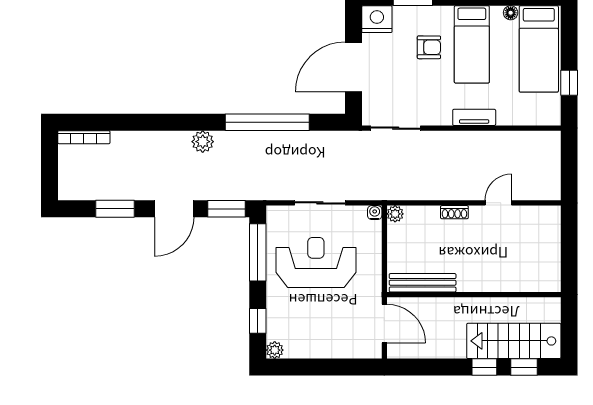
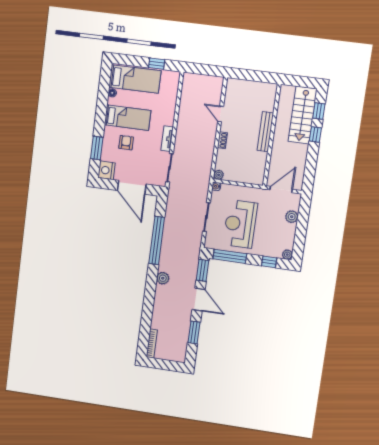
tv unit: (474, 117) -> (167, 139), moved
bench: (423, 283) -> (265, 132), moved
plant: (341, 348) -> (292, 217), added

